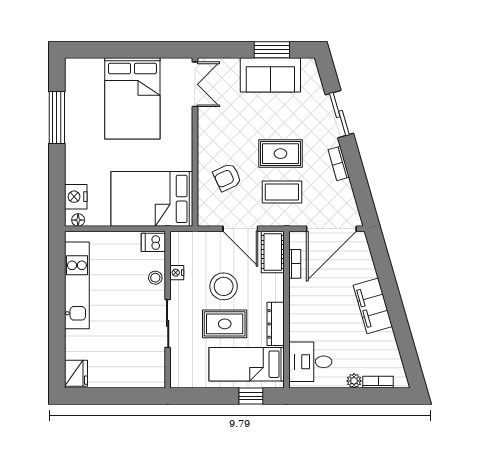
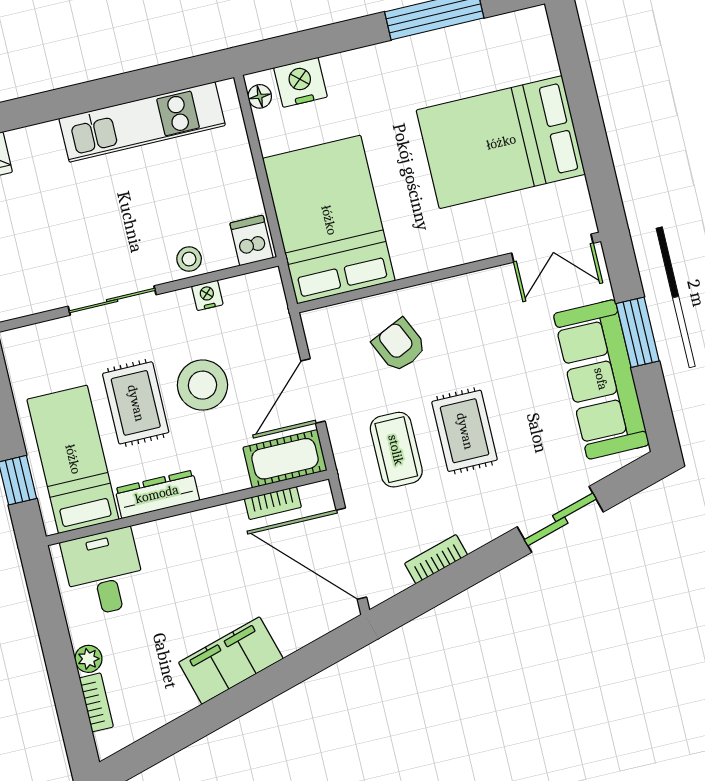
window: (272, 50) -> (638, 332), moved
sofa: (270, 75) -> (601, 379), width x1.36
bookcase: (339, 163) -> (436, 559), moved

